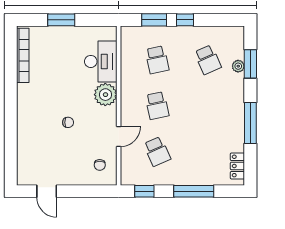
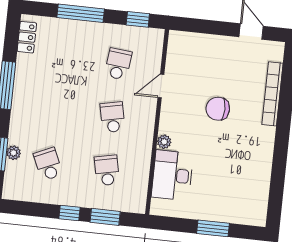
bookcase: (23, 55) -> (272, 94), moved
plant: (105, 95) -> (164, 142), width x0.53, depth x0.53
chair: (68, 122) -> (218, 109), width x1.87, depth x1.87
school desk: (157, 151) -> (118, 64), turned 30
chair: (100, 165) -> (186, 55), removed

